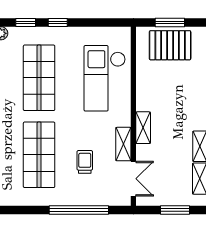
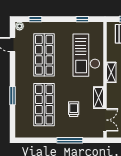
window: (58, 23) -> (82, 19), moved
shelving: (143, 128) -> (111, 72), moved
window: (79, 210) -> (70, 140), width x0.68

